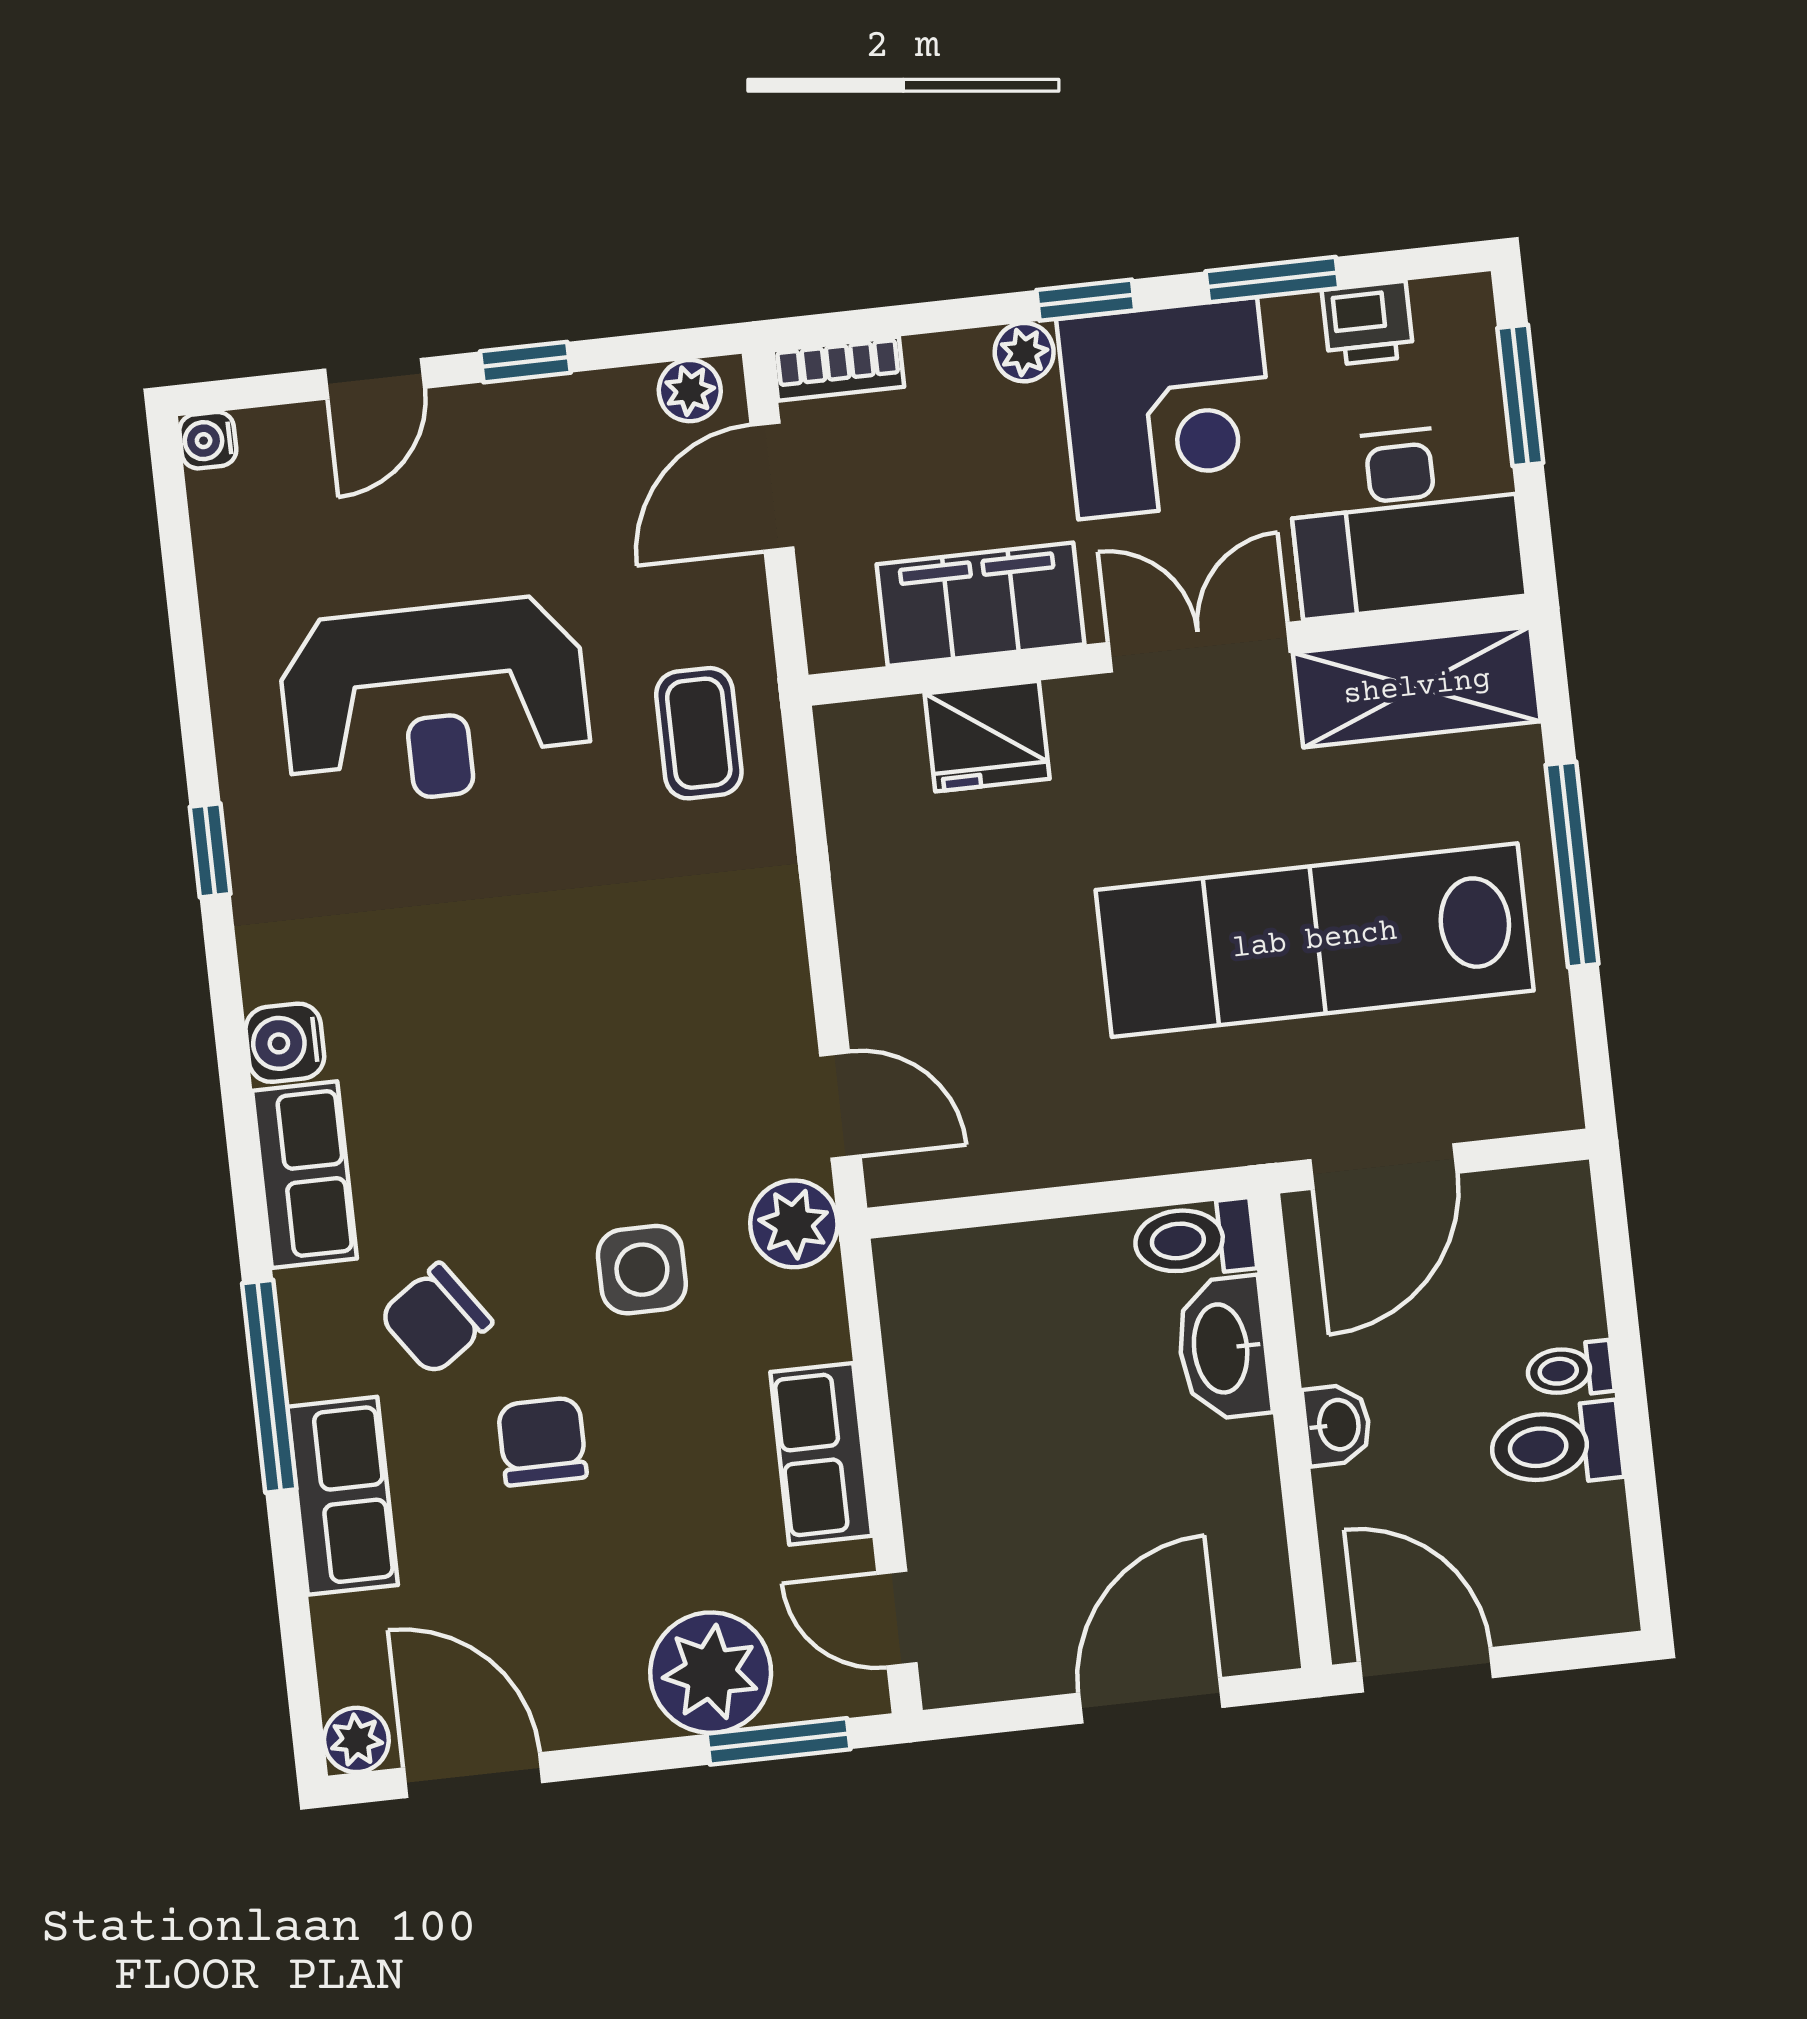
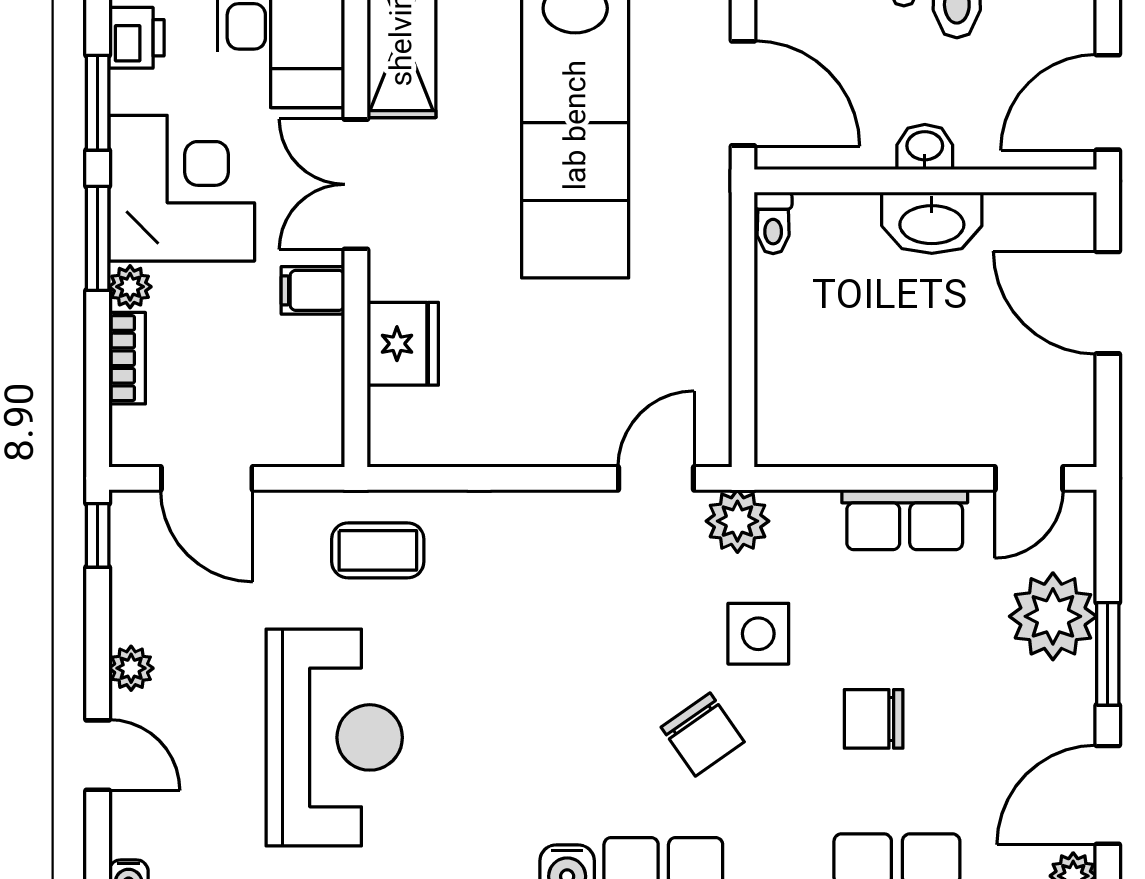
window: (1086, 300) -> (98, 238), width x1.50
window: (525, 362) -> (98, 535), moved
bookcase: (838, 369) -> (127, 358), moved
plant: (690, 391) -> (131, 668), moved
filing cabinet: (981, 604) -> (313, 290), width x0.33, depth x0.86
toilet: (1194, 1239) -> (773, 223), width x0.73, depth x0.72
chair: (436, 1319) -> (703, 734), moved
washbasin: (1223, 1348) -> (932, 223), moved
window: (779, 1741) -> (1108, 654), moved

